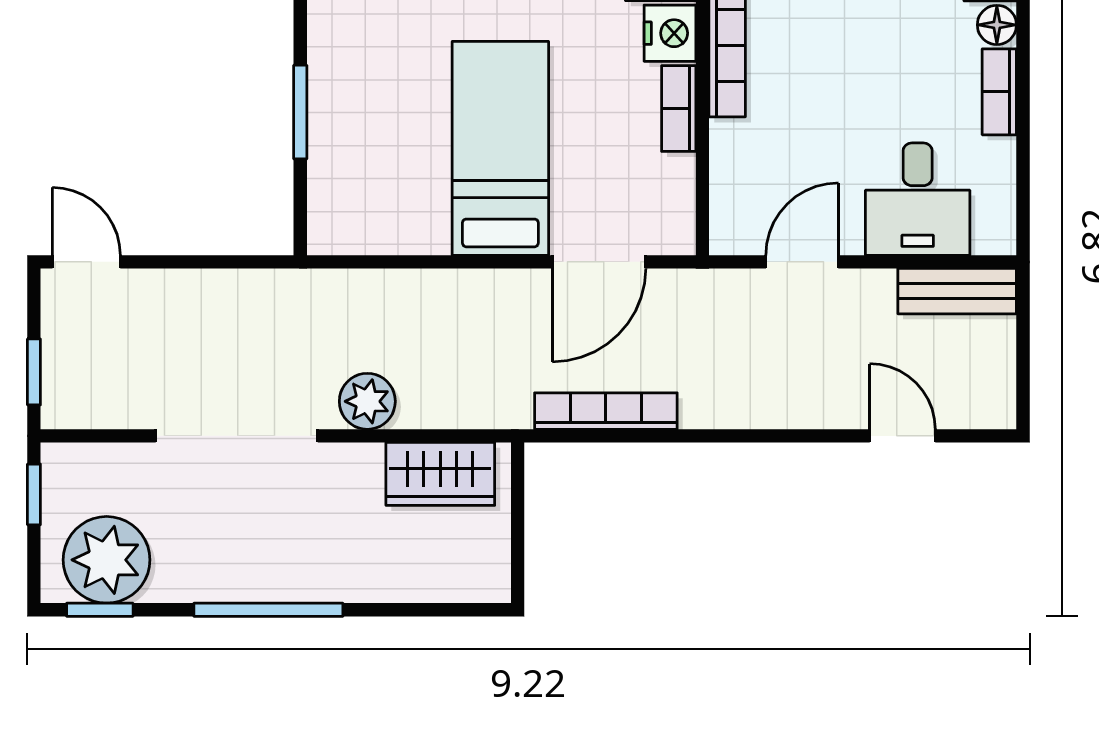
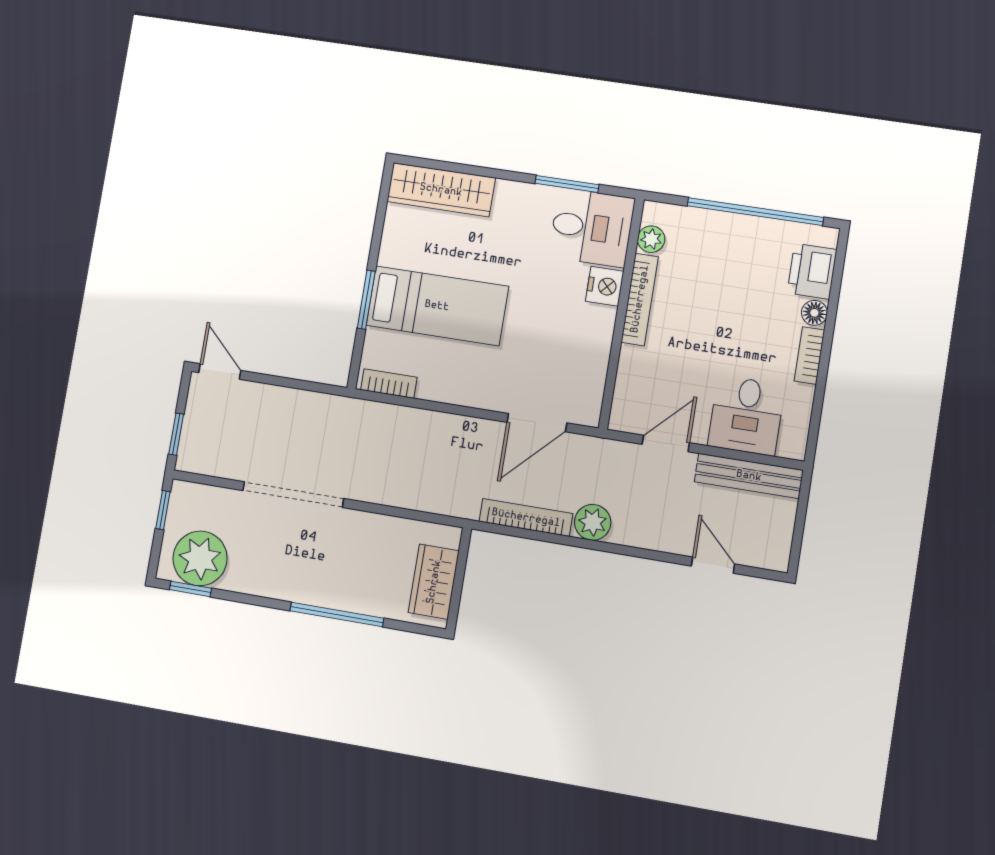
bookcase: (679, 109) -> (389, 384), moved, turned 90
bed: (500, 148) -> (437, 306), moved, turned 90
bench: (957, 291) -> (749, 476), width x1.36
plant: (367, 401) -> (593, 522), moved
wardrobe: (440, 474) -> (434, 582), moved, turned 90
window: (268, 610) -> (337, 614), moved

